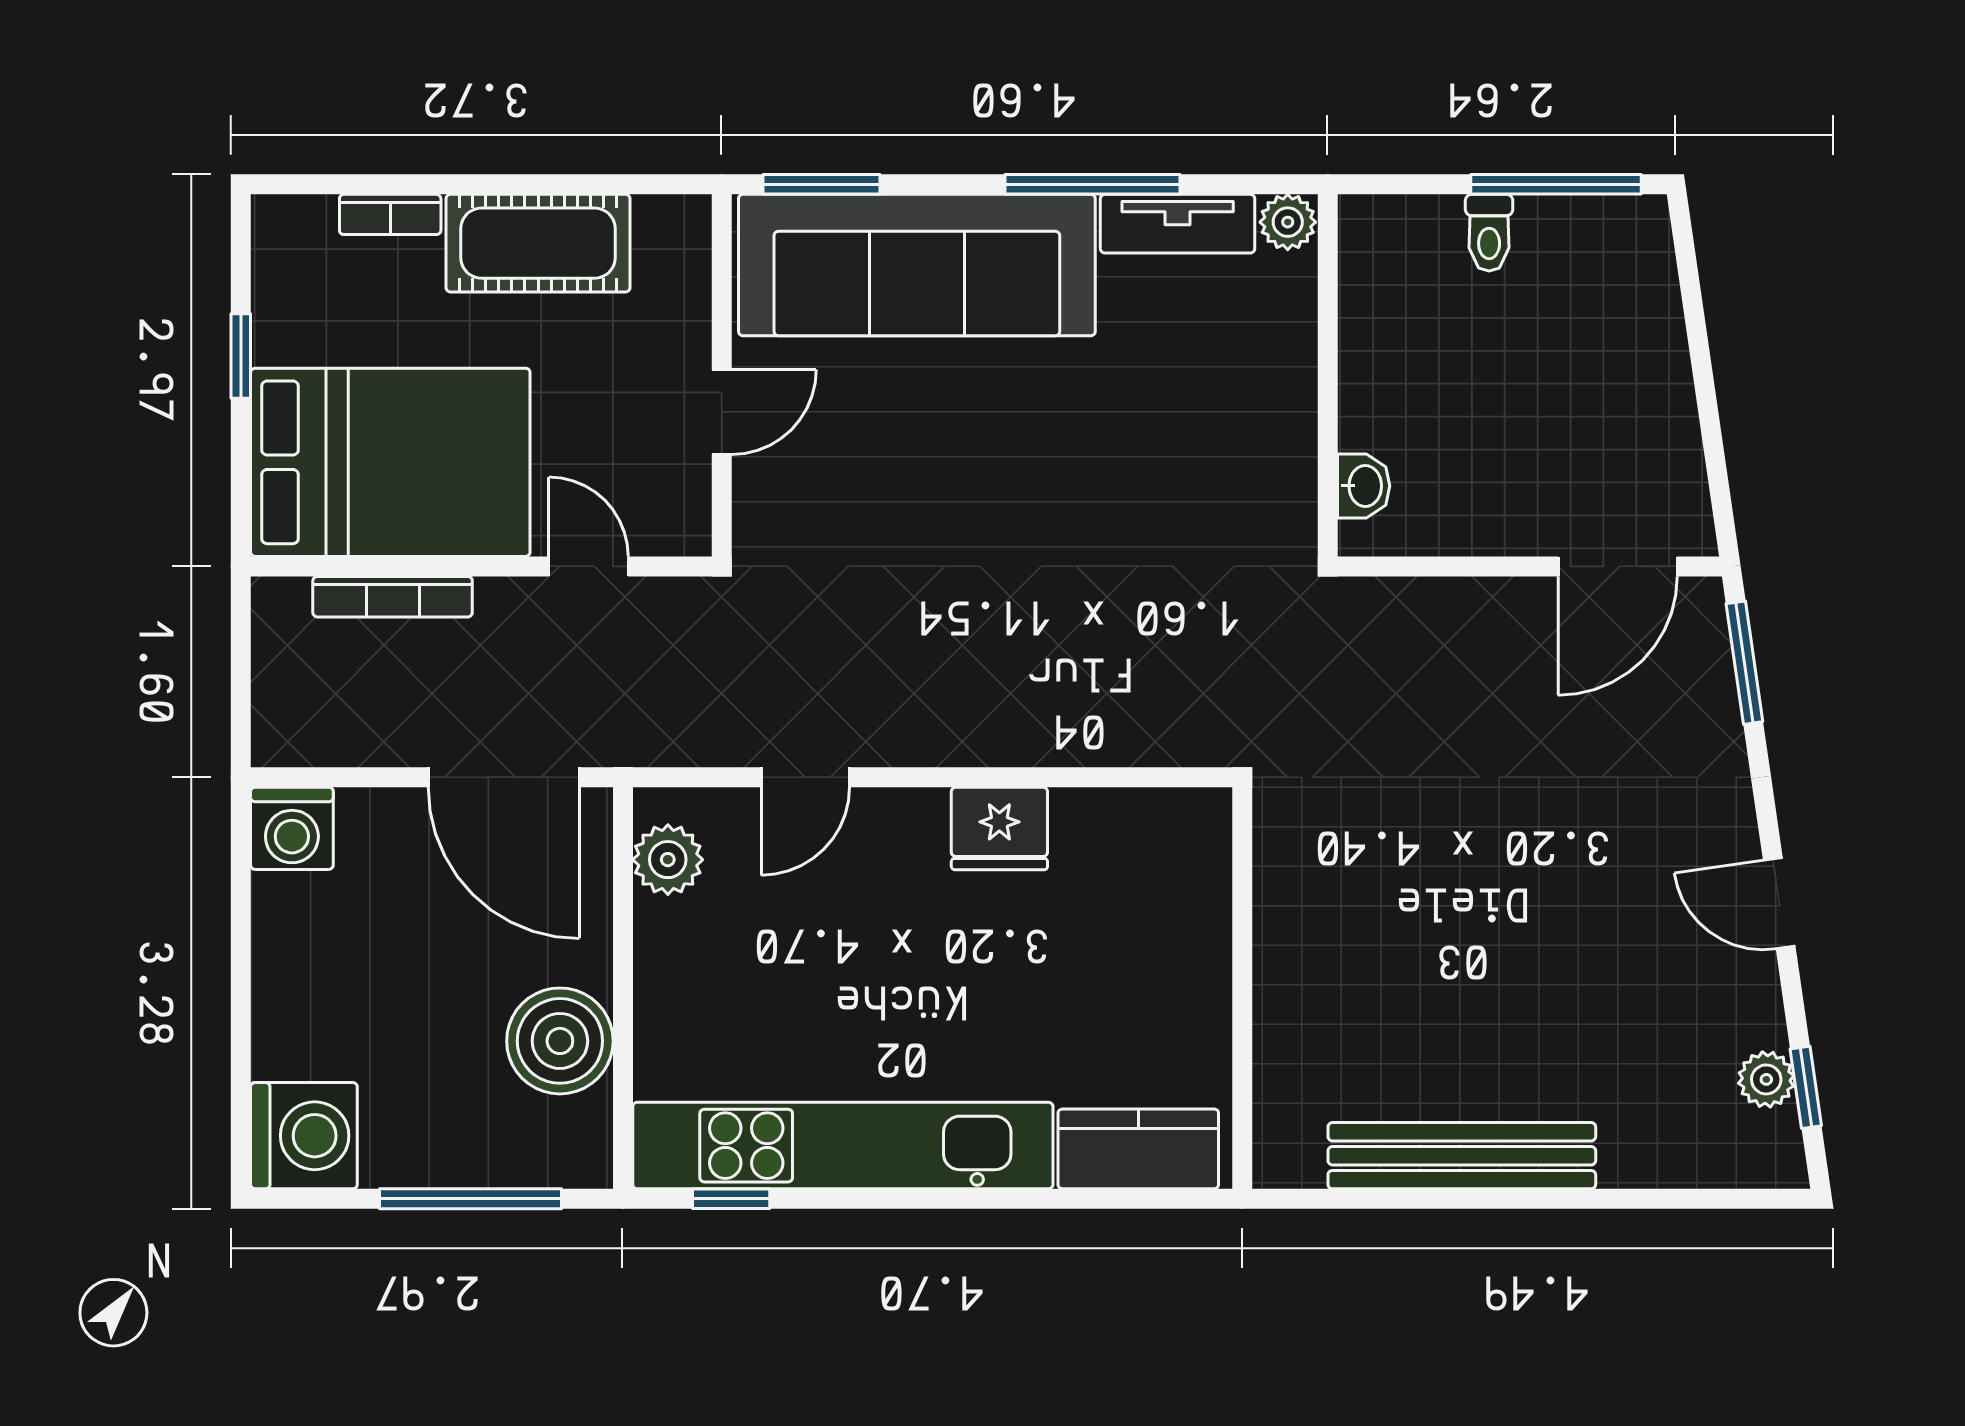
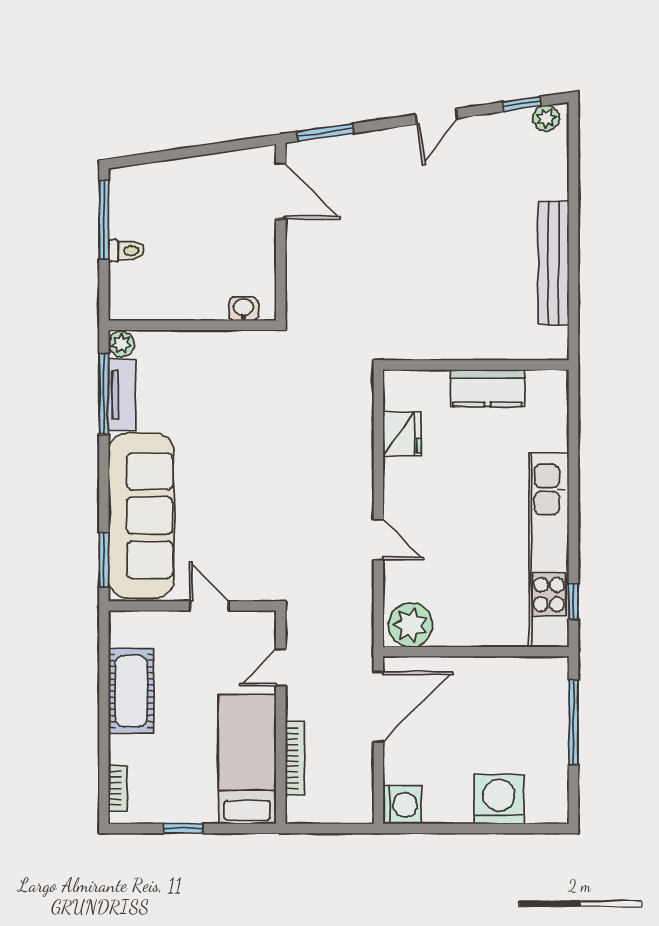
window: (1093, 184) -> (104, 394), moved
bookcase: (390, 214) -> (118, 788), moved
bed: (390, 462) -> (247, 759), width x0.67
door: (805, 777) -> (378, 539), moved
fridge: (999, 828) -> (402, 434), moved
plant: (668, 860) -> (411, 625), width x1.36, depth x1.36
boiler: (560, 1041) -> (500, 681), removed
plant: (1766, 1079) -> (546, 118), moved
washing machine: (304, 1136) -> (499, 799), moved
kitchen counter: (1138, 1149) -> (488, 388), moved, turned -90

